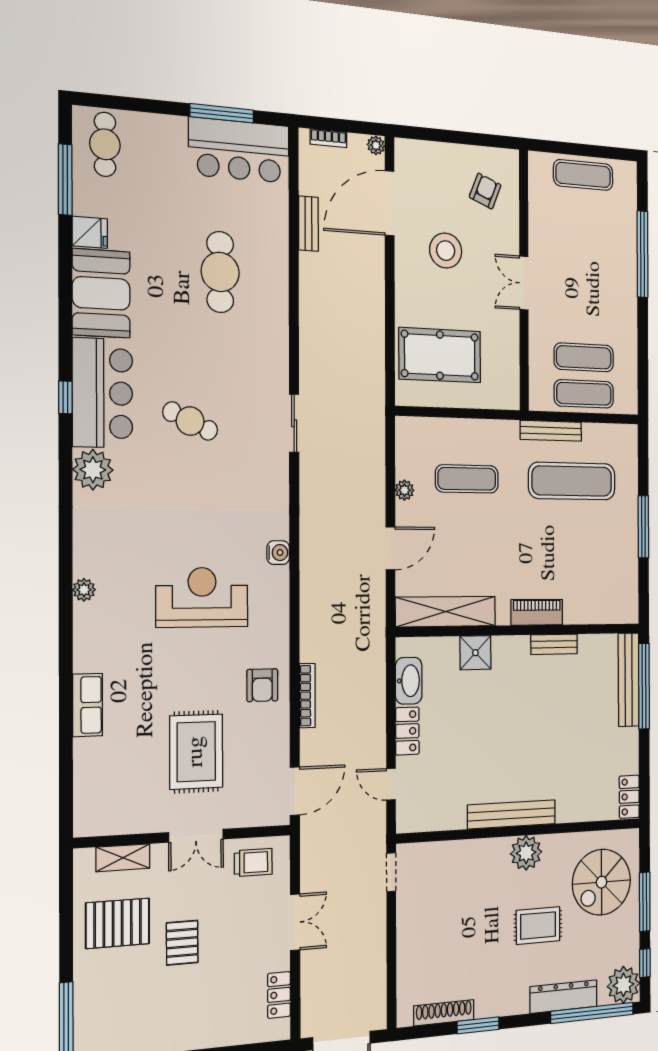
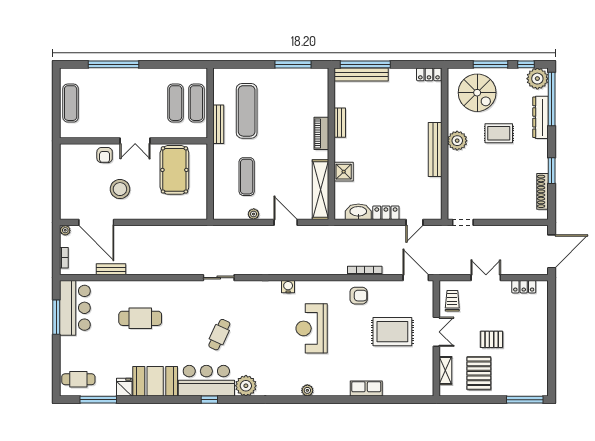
armchair: (485, 191) -> (105, 155), moved, turned -112
pool table: (440, 355) -> (174, 170), moved
window: (643, 527) -> (293, 64), moved
rug: (538, 925) -> (499, 133), turned 90

